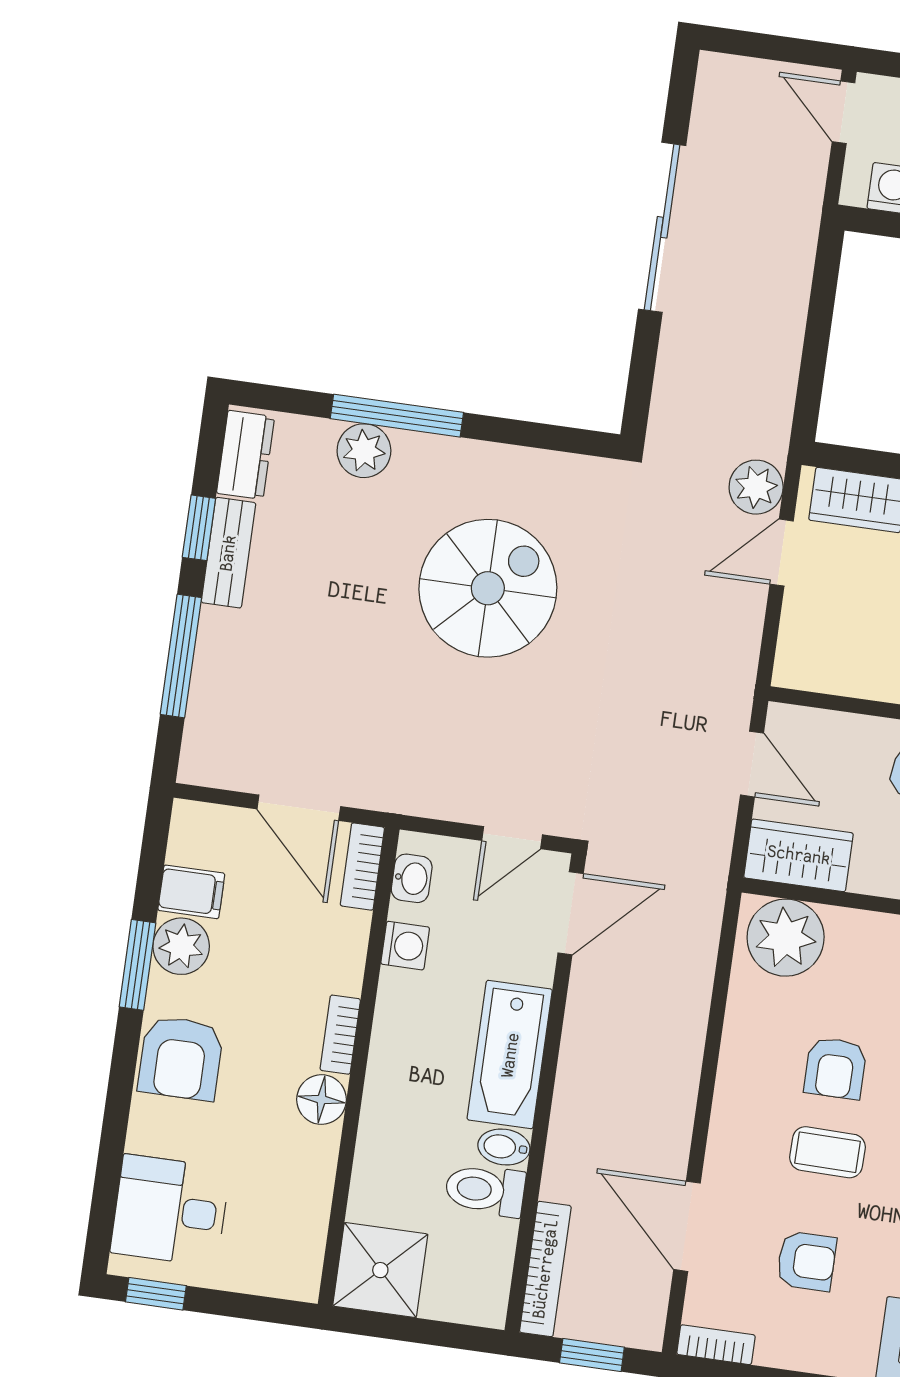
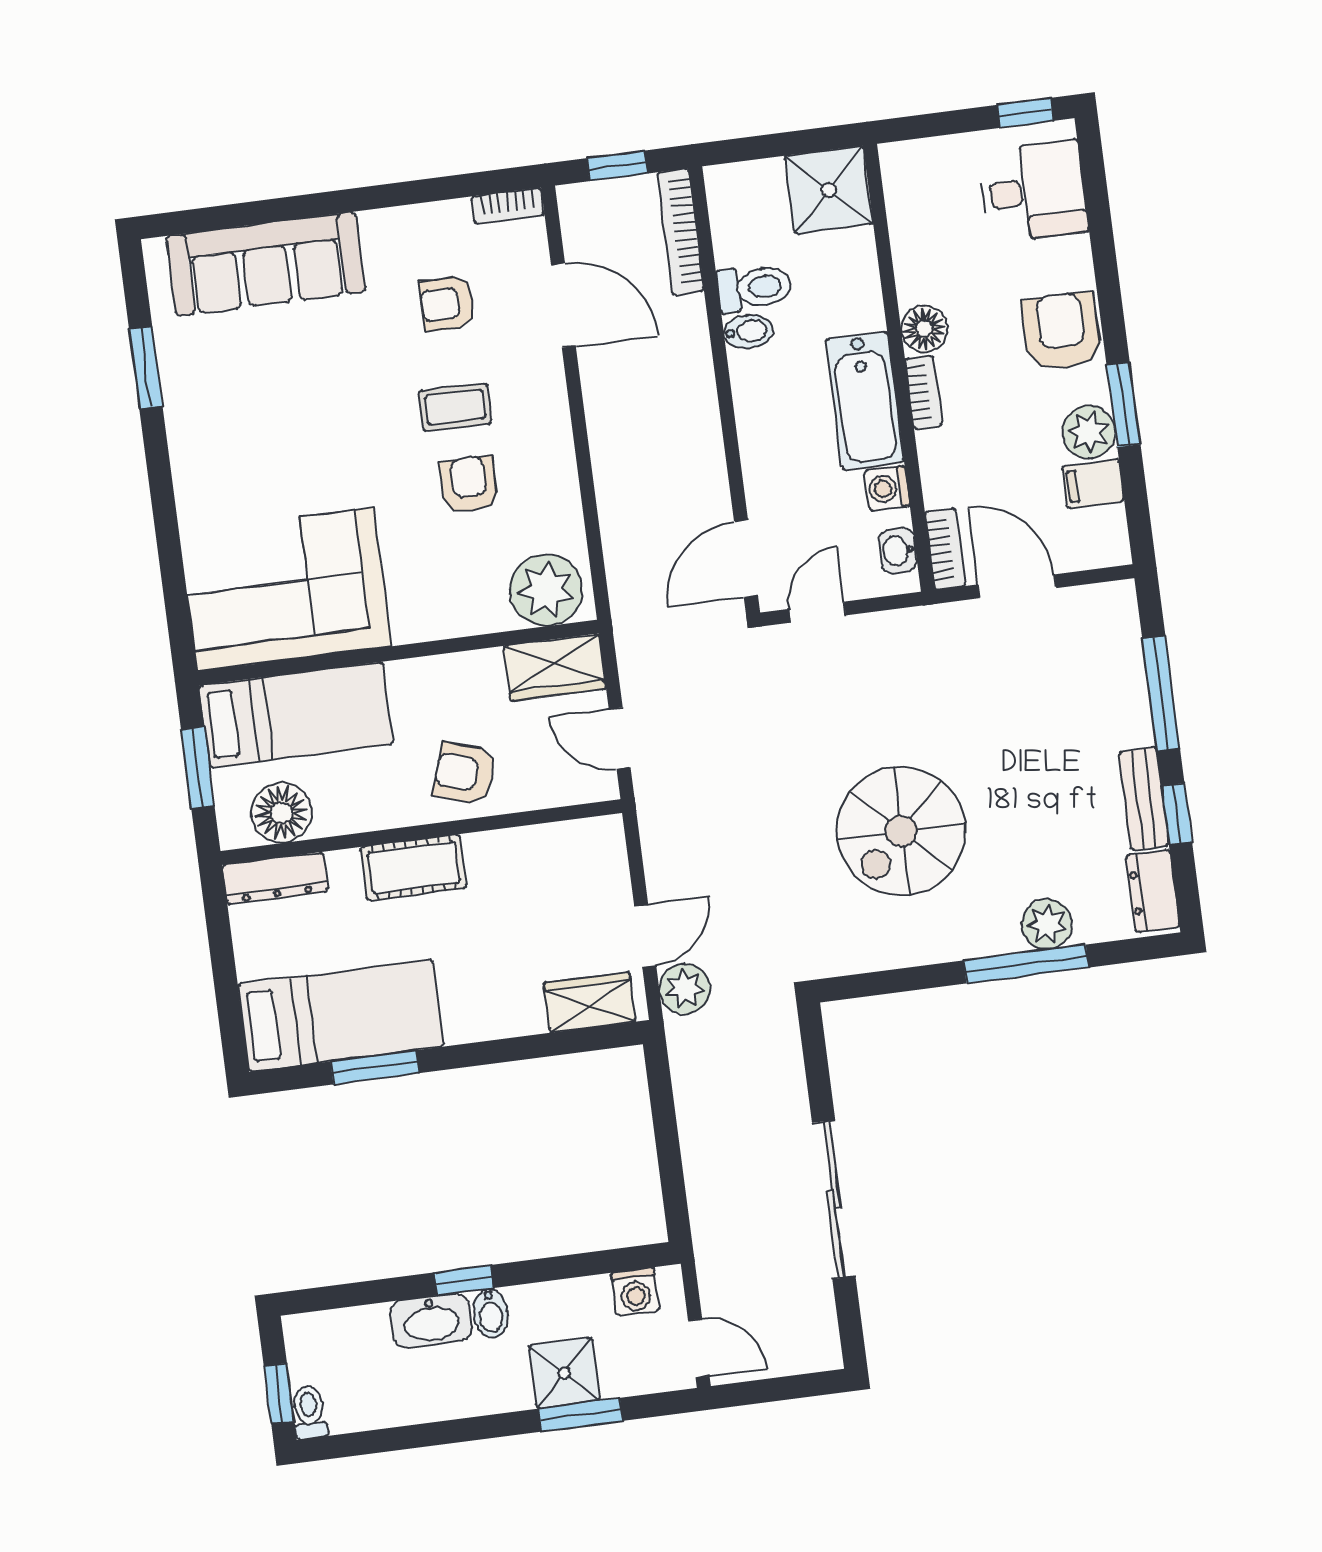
bathtub: (510, 1055) -> (865, 400), moved, turned 180

